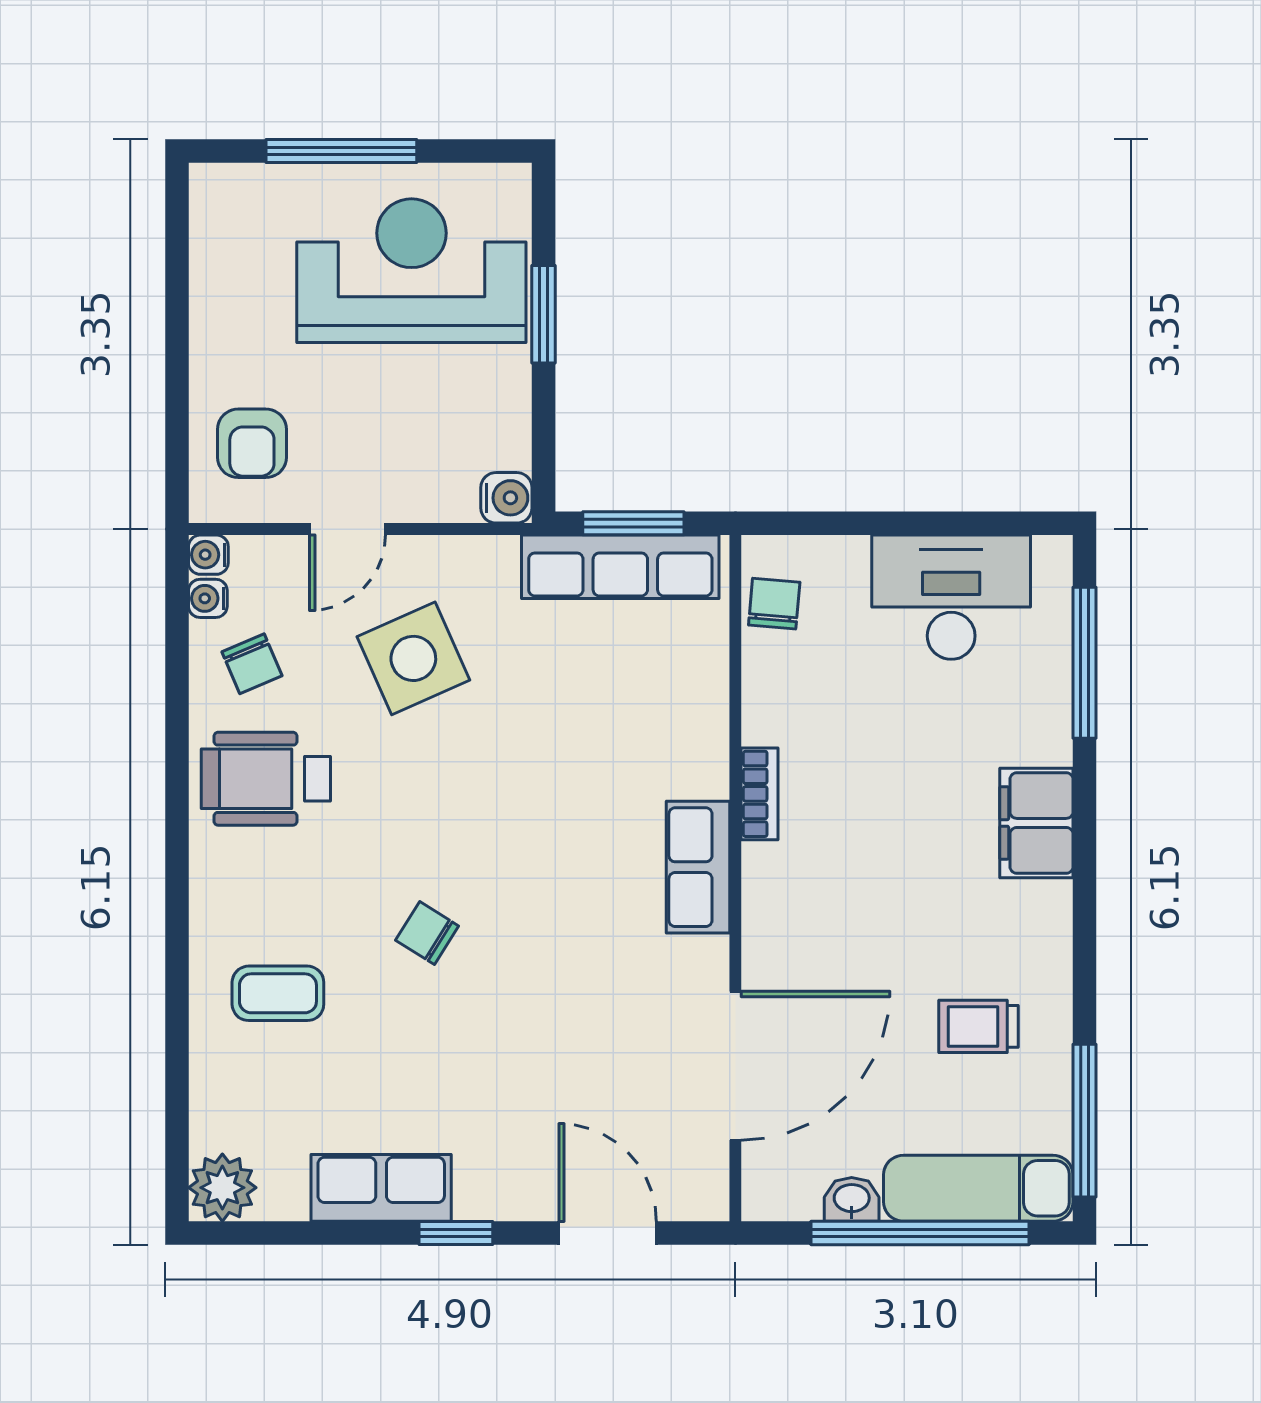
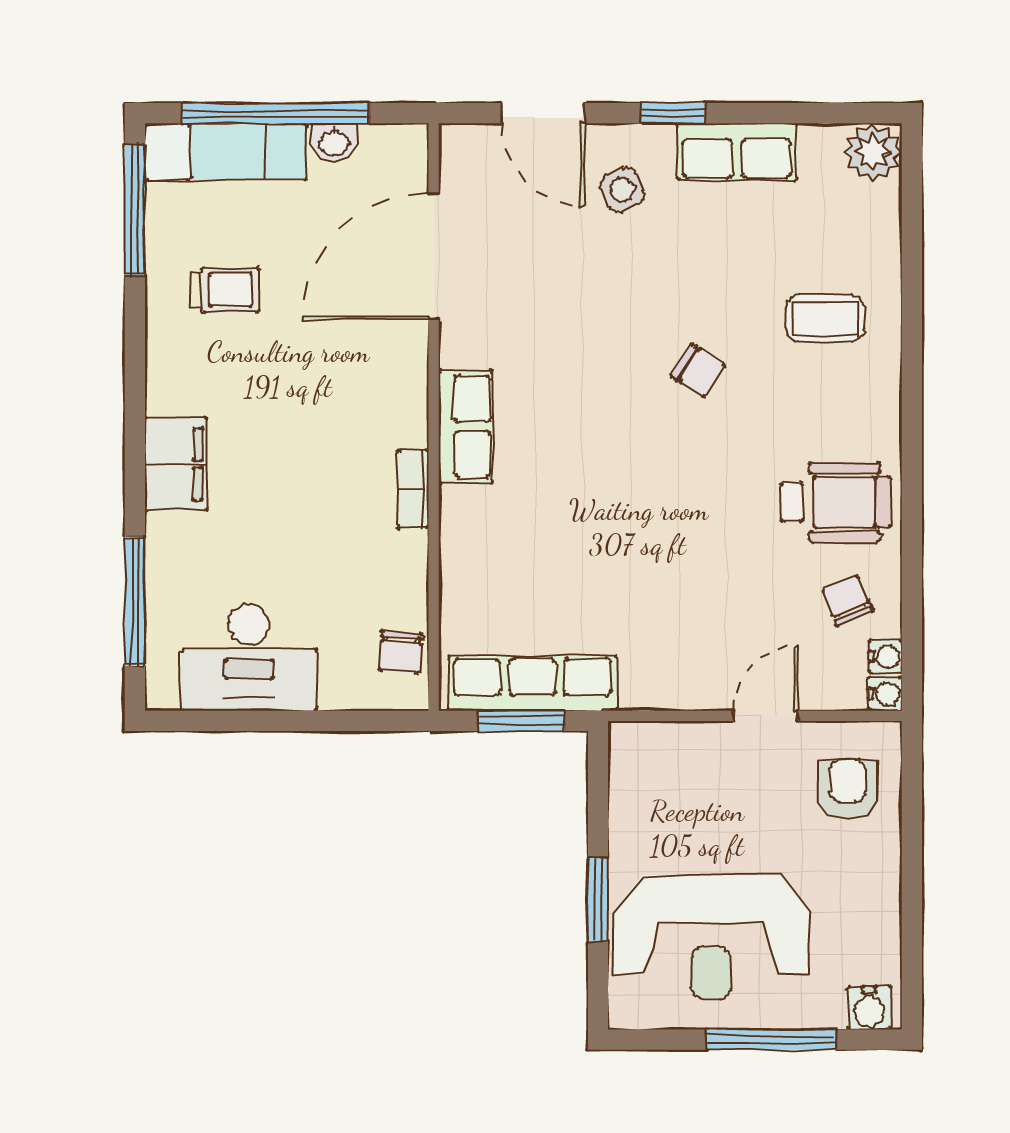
water cooler: (506, 498) -> (869, 1008), moved, turned -90
side table: (413, 658) -> (622, 190), moved, width x0.54, depth x0.54

